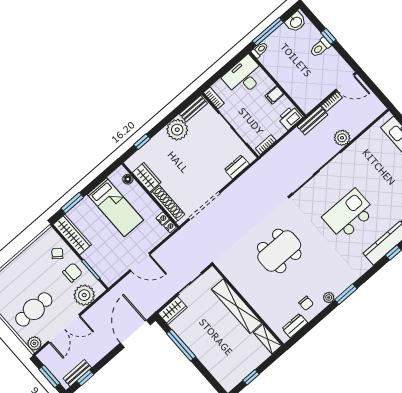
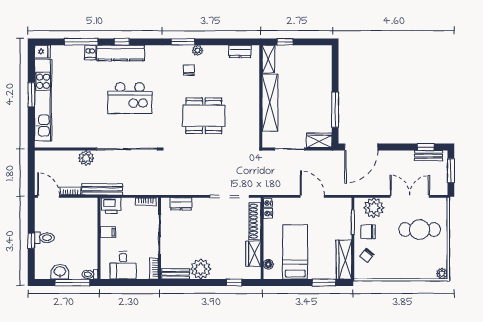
washbasin: (296, 22) -> (60, 272), moved
desk: (244, 76) -> (123, 265), width x0.73
bench: (313, 121) -> (102, 189), width x1.36
chair: (306, 303) -> (189, 70), moved
plant: (34, 343) -> (441, 204), removed
window: (251, 377) -> (285, 42), moved

